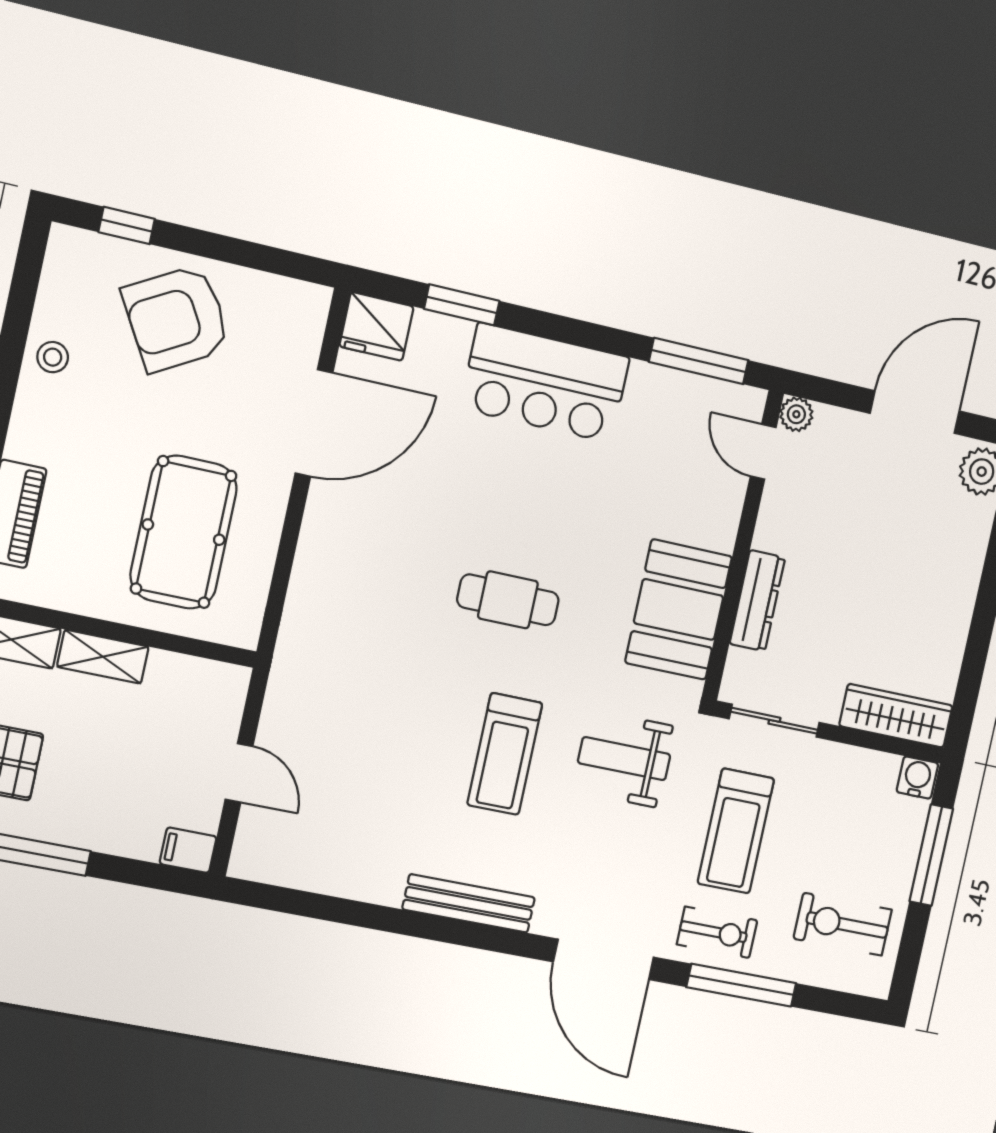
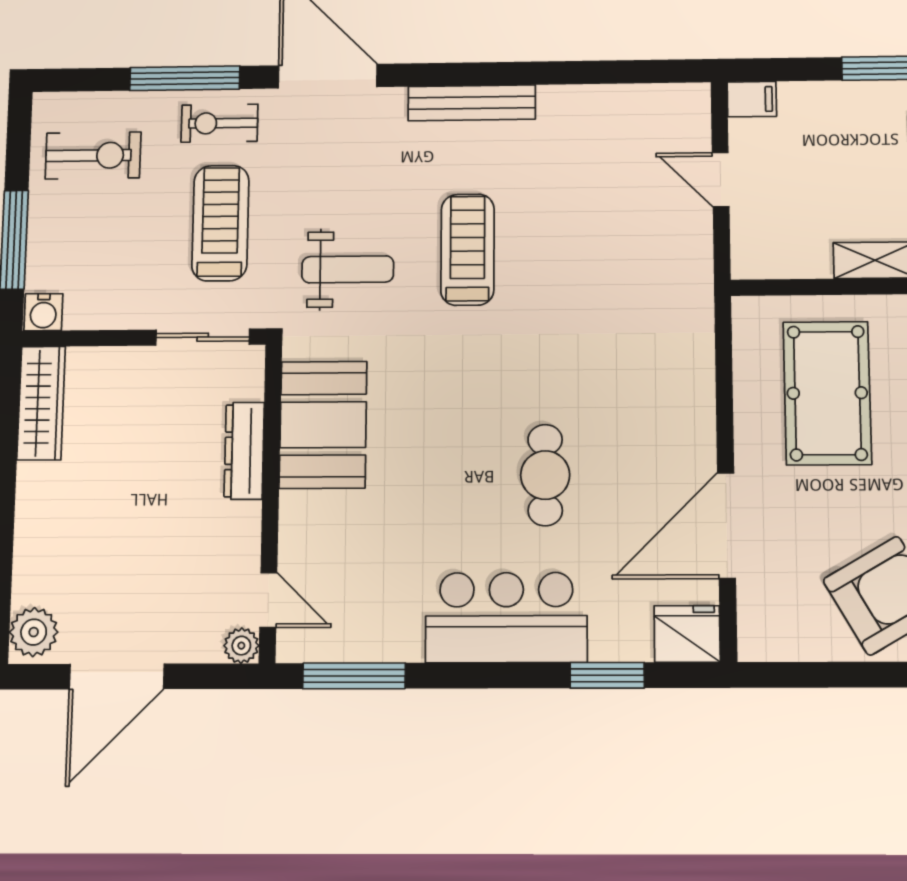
cafe table: (508, 600) -> (545, 475), moved, turned 90
wardrobe: (896, 716) -> (41, 403), moved, turned -90

